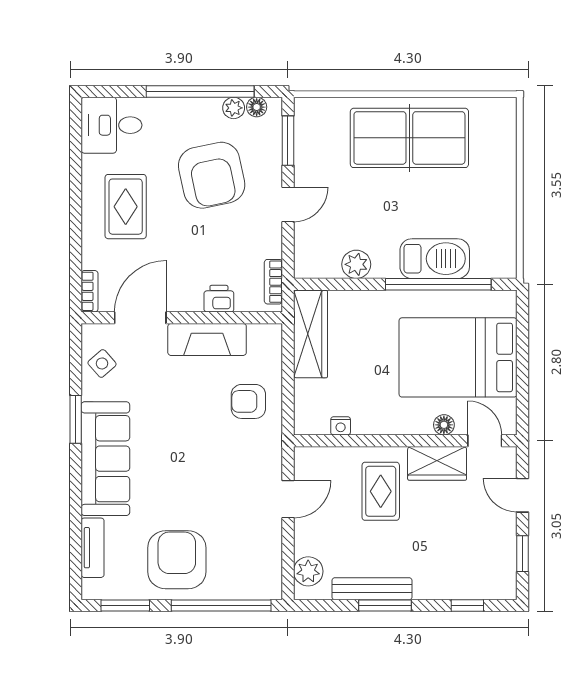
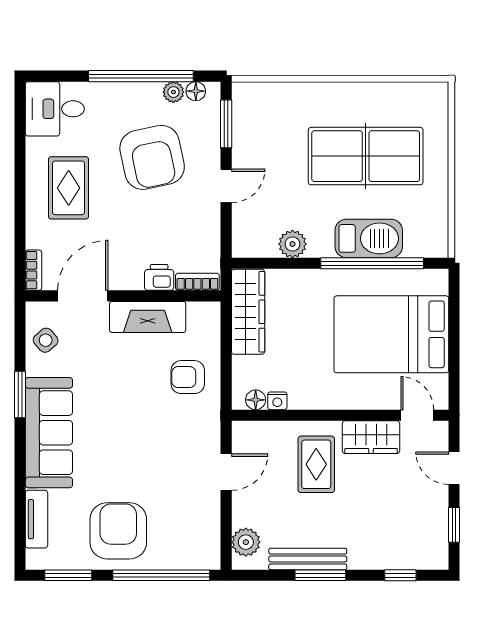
table tennis table: (409, 138) -> (366, 156), moved
bookcase: (273, 282) -> (197, 282), moved, turned 90
floor lamp: (444, 425) -> (256, 400), moved

